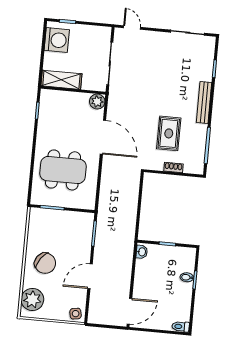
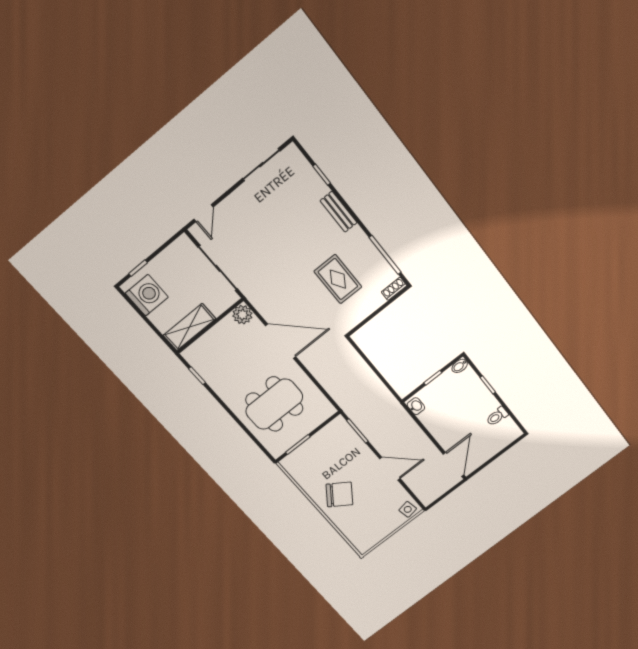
door: (132, 28) -> (204, 213), swing flipped
bench: (204, 103) -> (339, 212), width x0.73
shoe rack: (173, 167) -> (394, 289), moved
door: (90, 276) -> (390, 469), swing flipped
bidet: (187, 277) -> (460, 366), moved
plant: (32, 299) -> (359, 533), removed
toilet: (181, 327) -> (497, 416), moved

